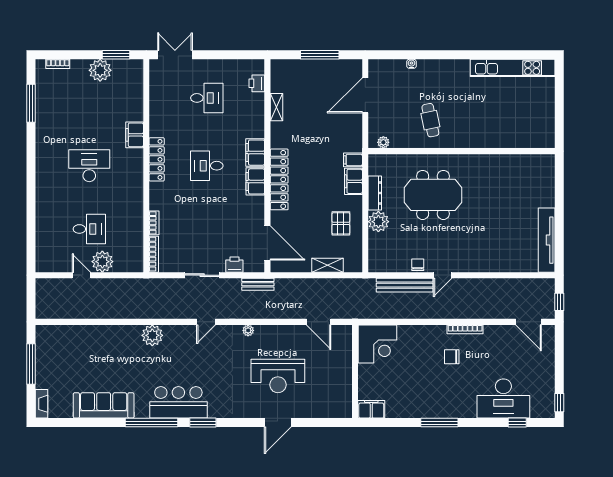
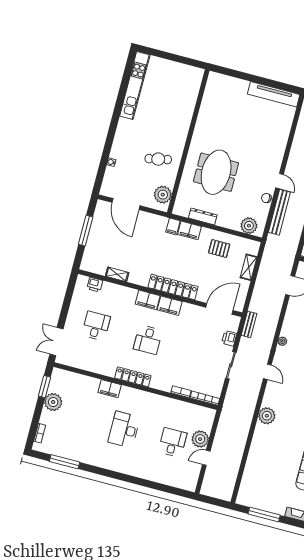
plant: (383, 142) -> (163, 195), width x1.88, depth x1.88
plant: (378, 222) -> (249, 226), moved

